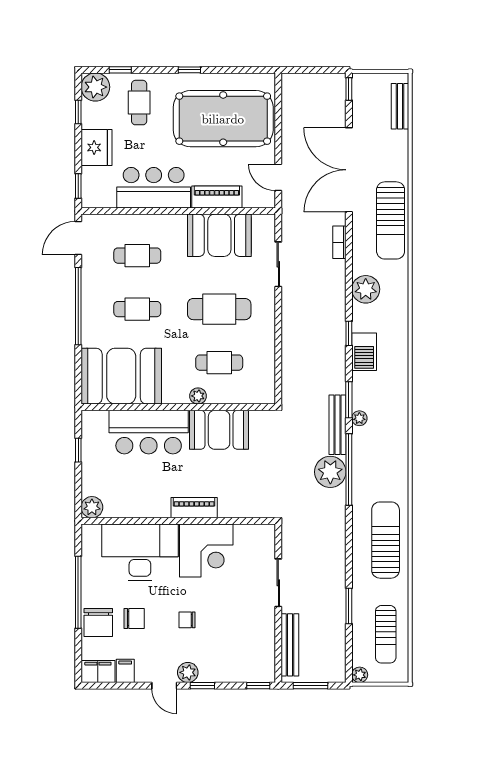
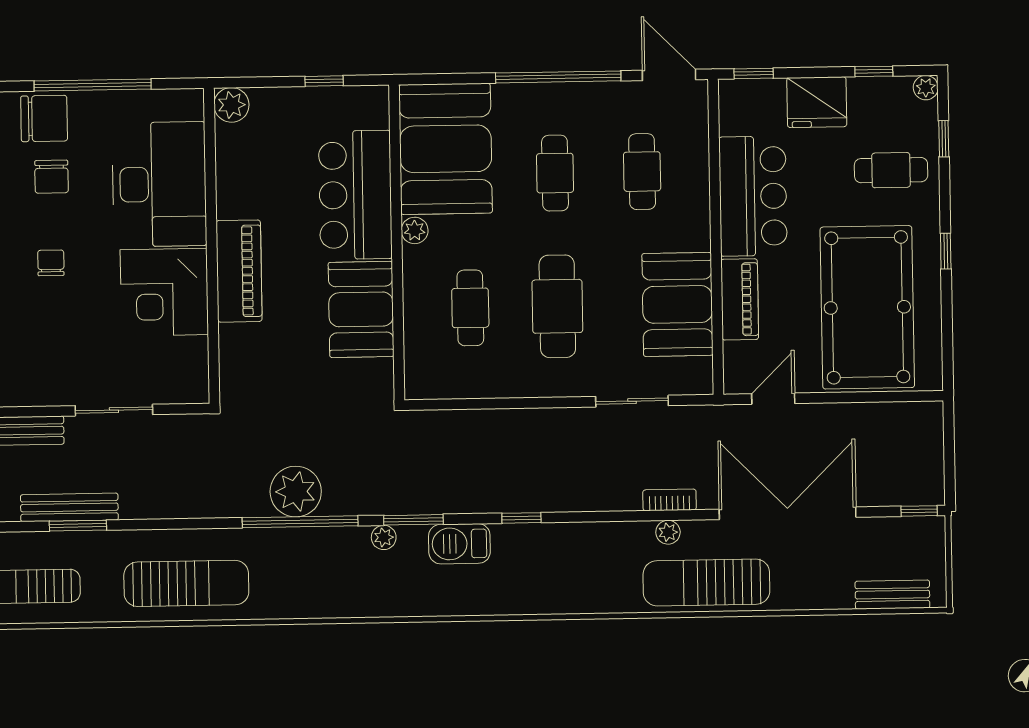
plant: (95, 87) -> (926, 88), width x0.53, depth x0.53
plant: (366, 289) -> (668, 532), moved, width x0.53, depth x0.53
barbecue: (364, 352) -> (459, 544), moved
plant: (198, 396) -> (415, 230), moved
bench: (338, 425) -> (69, 507), moved
piano: (194, 508) -> (239, 271), width x1.37, depth x1.33
chair: (98, 622) -> (44, 118), turned 180

